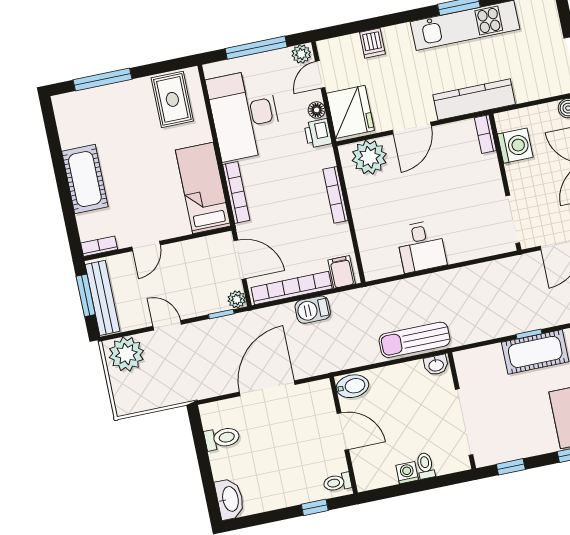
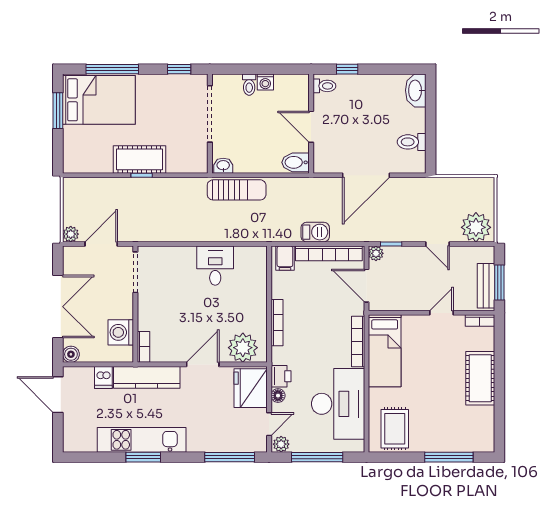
window: (358, 27) -> (230, 457), added
dishwasher: (372, 43) -> (103, 378), moved, turned 180
bench: (102, 298) -> (486, 286), width x0.73

